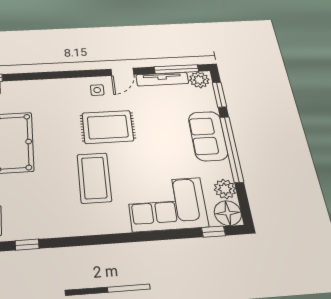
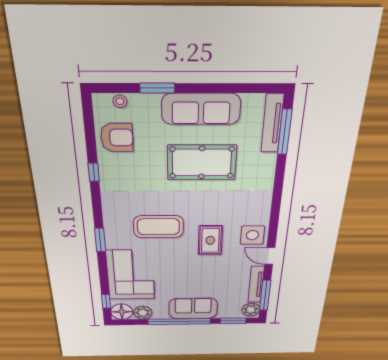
side table: (97, 90) -> (252, 235), width x1.87, depth x1.87
rug: (108, 127) -> (210, 240), width x0.73, depth x0.70
window: (119, 238) -> (100, 240), added

